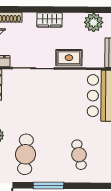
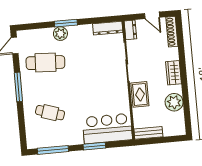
plant: (94, 22) -> (174, 102), moved
cafe table: (79, 155) -> (50, 113), turned 30

